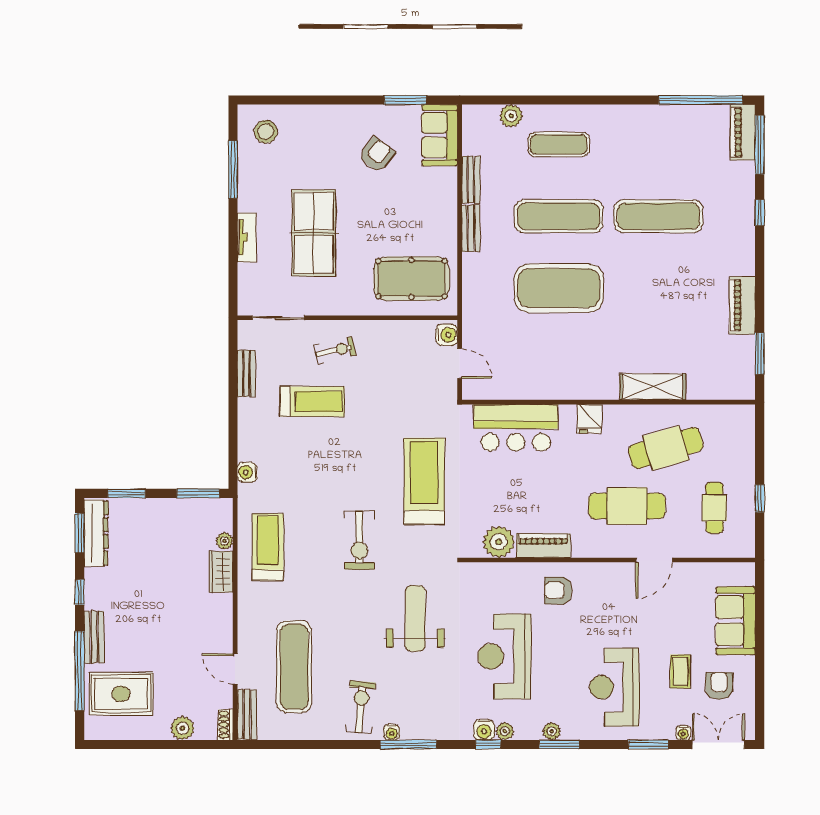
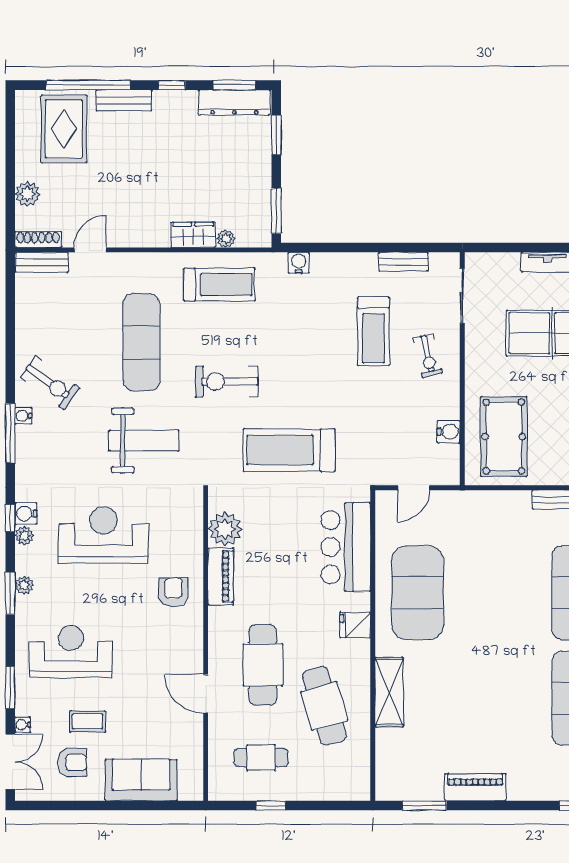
exercise mat: (559, 288) -> (418, 593), moved
water cooler: (447, 335) -> (449, 432), moved, turned -90
treadmill: (424, 481) -> (289, 450), turned 180
exercise mat: (294, 667) -> (141, 342), moved, turned 90
exercise bike: (361, 707) -> (50, 383), turned 31
shoe rack: (225, 725) -> (38, 240), width x1.43

